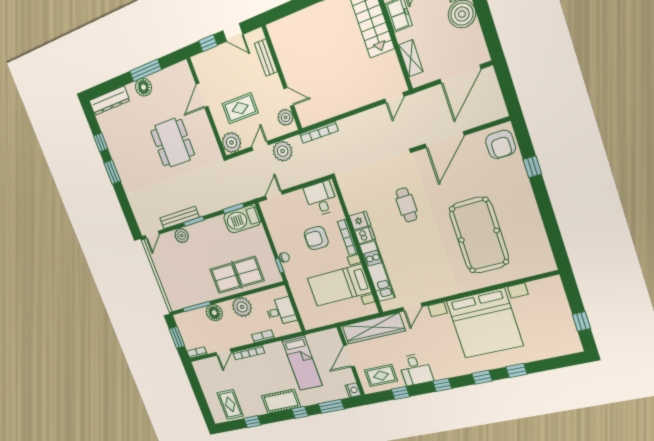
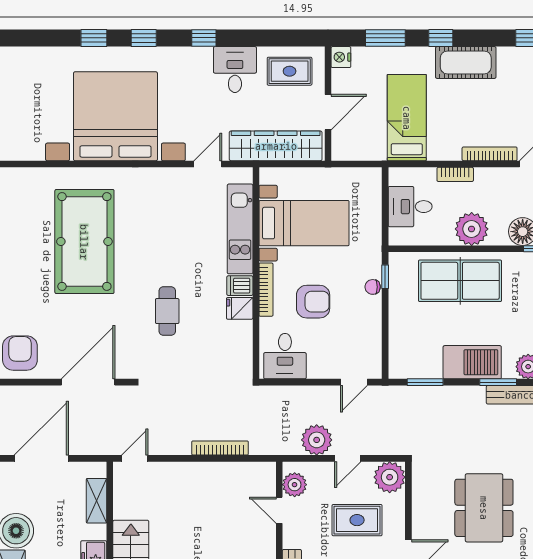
bookcase: (319, 132) -> (220, 448), moved
barbecue: (242, 219) -> (472, 362), moved
window: (400, 393) -> (269, 38), removed

